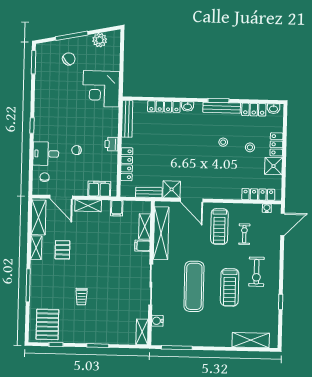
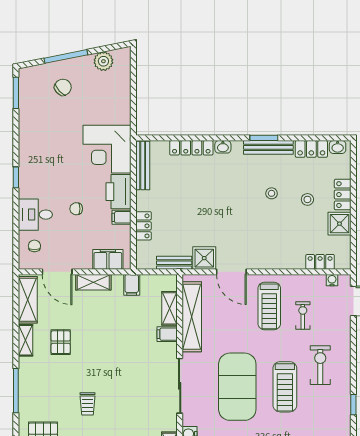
corner desk: (101, 89) -> (107, 149), moved
printer: (111, 144) -> (119, 192), width x1.87, depth x1.48
filing cabinet: (110, 157) -> (121, 217), added
locker: (127, 164) -> (143, 226), width x0.66
locker: (258, 194) -> (320, 262), width x0.66
exercise bike: (257, 272) -> (320, 365), turned 180
exercise mat: (194, 286) -> (237, 387), width x1.47

